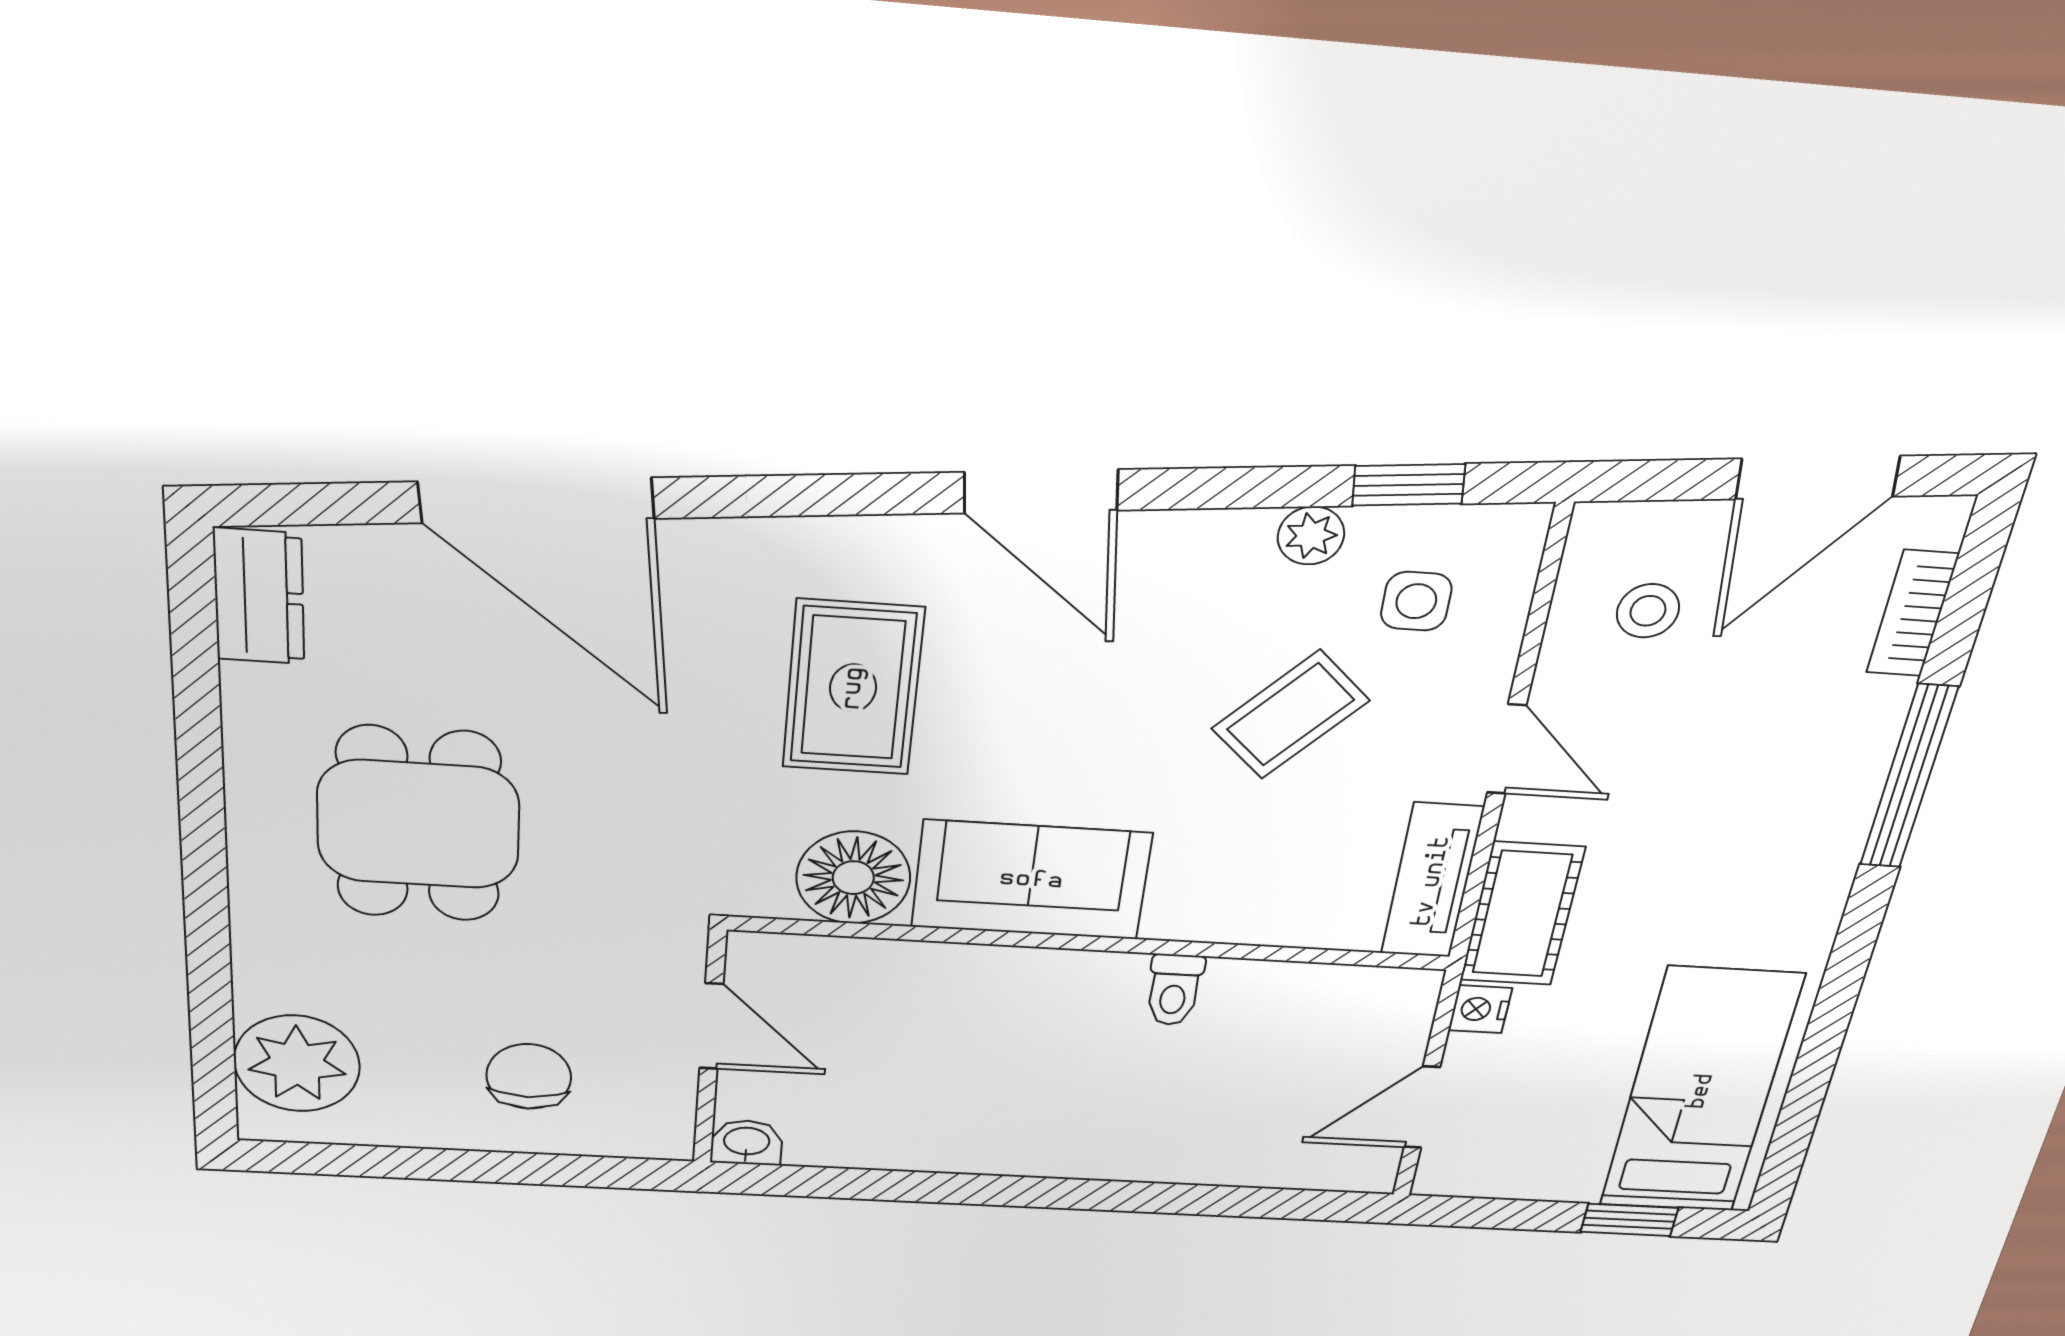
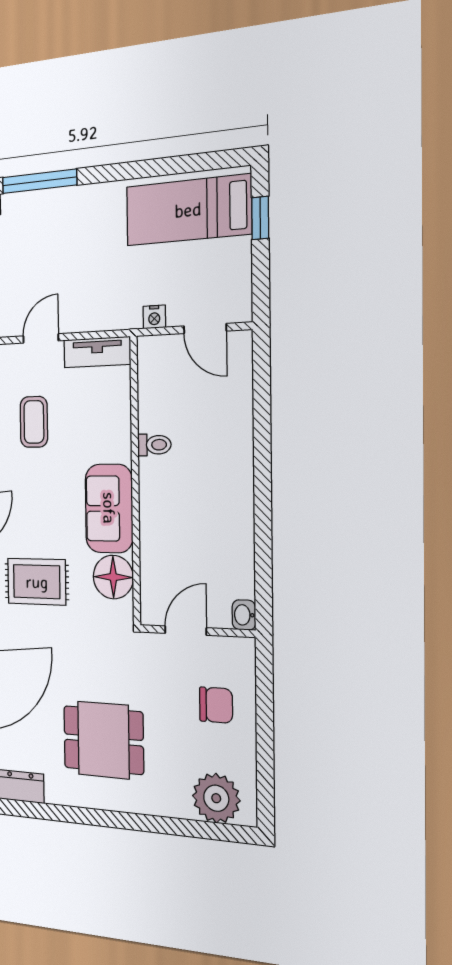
coffee table: (1291, 715) -> (34, 422), turned 47
cot: (1522, 914) -> (109, 312), removed
chair: (529, 1076) -> (216, 705), turned 180

